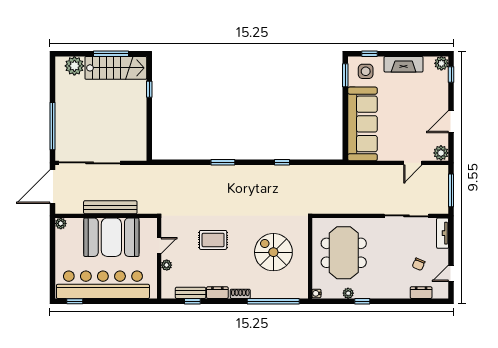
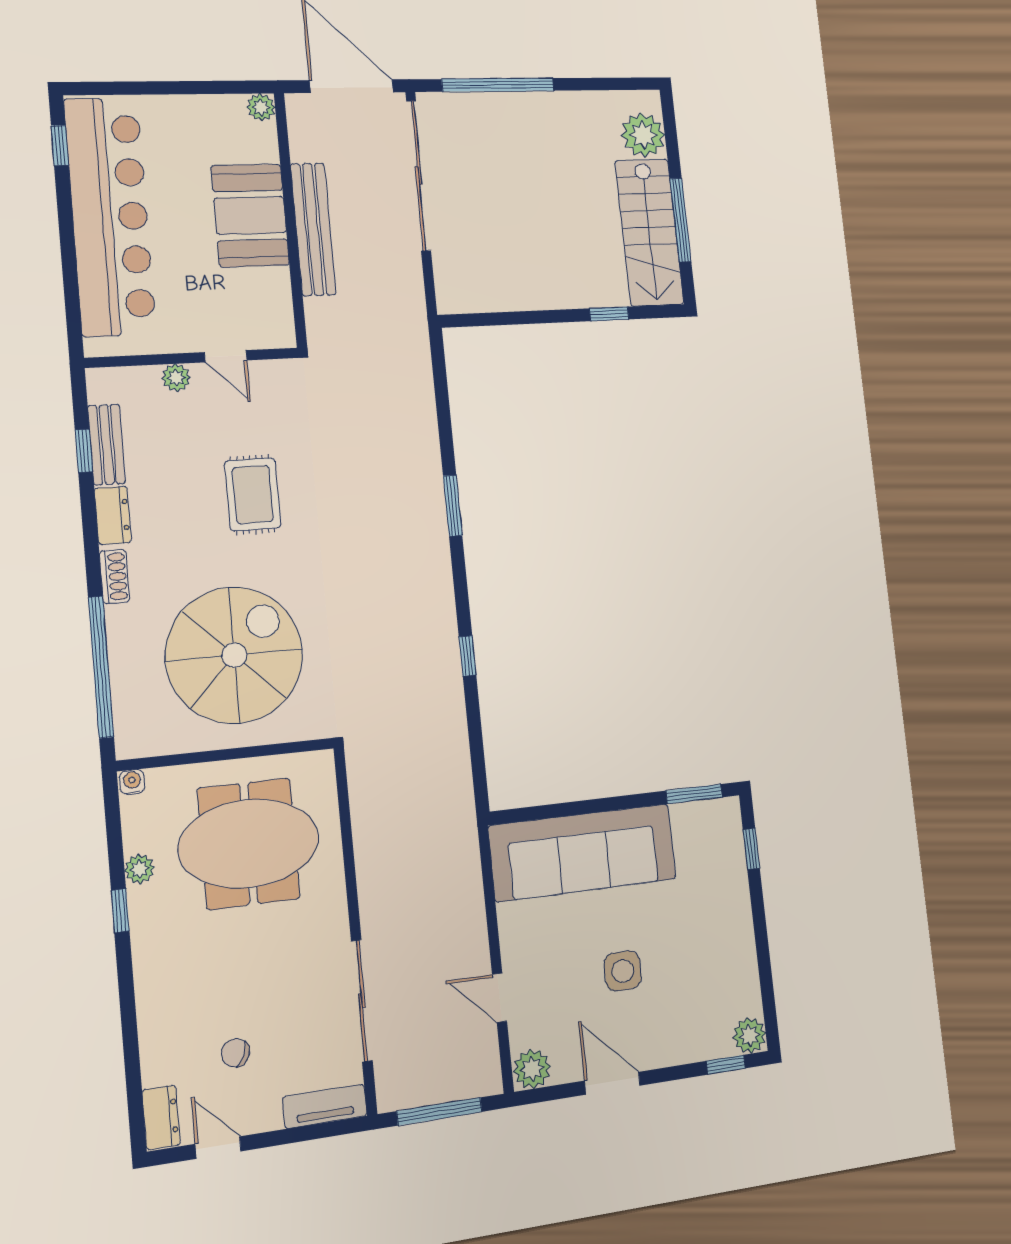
fireplace: (404, 64) -> (736, 939), removed
side table: (366, 71) -> (623, 971), moved
booth: (111, 237) -> (250, 215), width x0.73, depth x0.70
spiral stairs: (273, 252) -> (234, 655), width x1.37, depth x1.37
dresser: (421, 293) -> (161, 1117), moved

